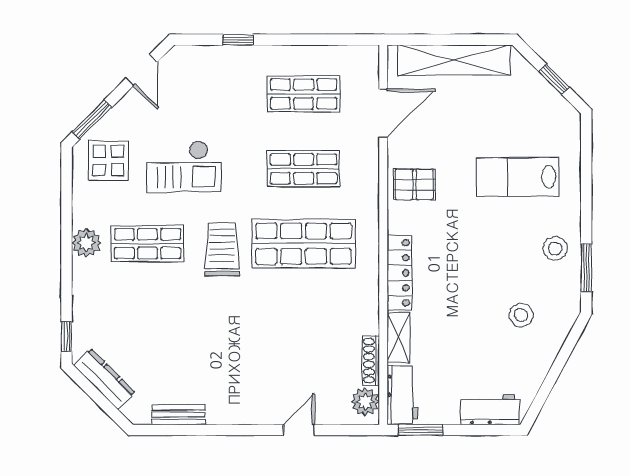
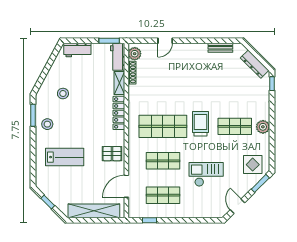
window: (238, 40) -> (149, 220), moved
checkout: (184, 167) -> (206, 174), moved
trolley: (222, 249) -> (200, 124), turned 180

